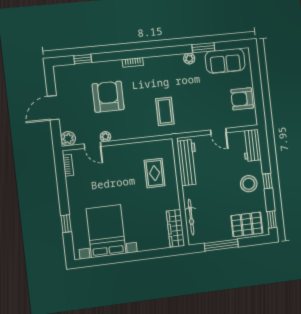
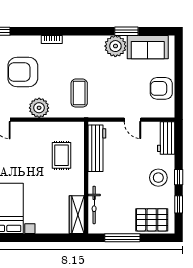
plant: (189, 59) -> (115, 46), width x1.88, depth x1.88
armchair: (108, 97) -> (23, 72), turned -90
plant: (105, 137) -> (39, 108), moved, width x1.88, depth x1.88
window: (272, 220) -> (179, 204), moved

